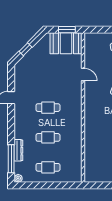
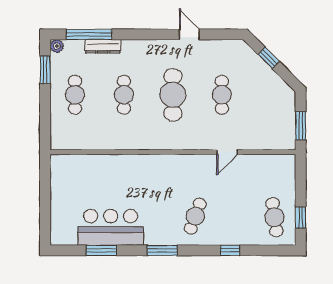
booth: (66, 43) -> (278, 124), removed
cafe table: (48, 78) -> (222, 95), added
cafe table: (48, 108) -> (173, 95), width x1.37, depth x1.35
window: (33, 185) -> (45, 70), added

